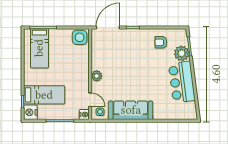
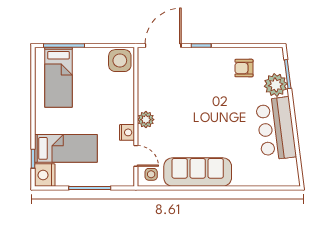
nightstand: (84, 115) -> (127, 132), moved

